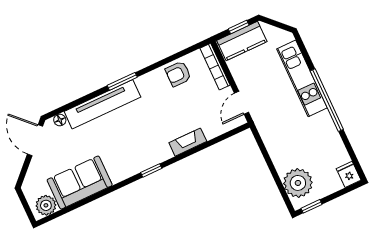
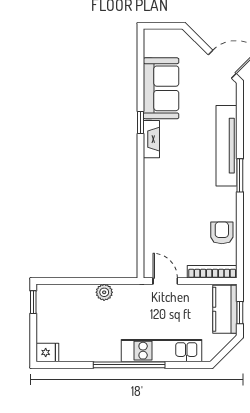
floor lamp: (60, 120) -> (231, 97), removed
fireplace: (188, 142) -> (151, 139), moved
window: (151, 170) -> (140, 123), moved
plant: (298, 183) -> (104, 292), moved, width x0.53, depth x0.53
plant: (46, 205) -> (154, 45), removed

